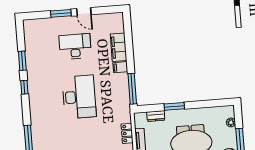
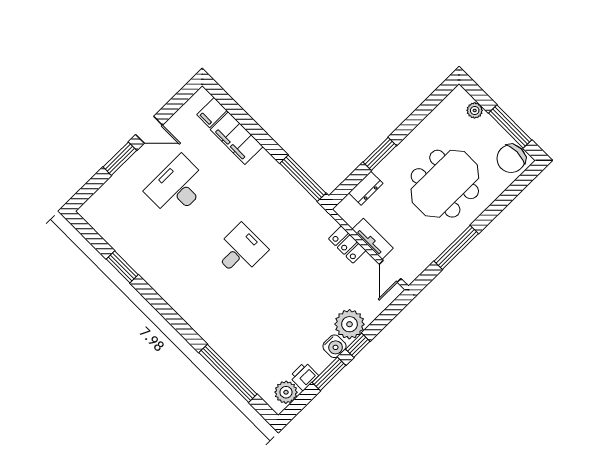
filing cabinet: (120, 67) -> (212, 113), moved
window: (24, 87) -> (155, 300), removed
desk: (79, 97) -> (240, 251), width x0.53, depth x0.77

